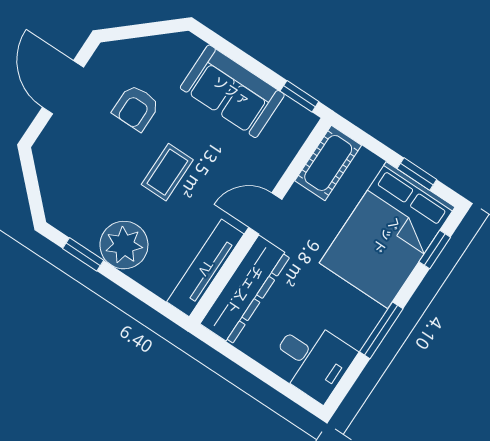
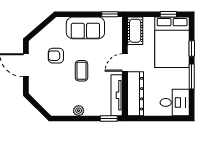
armchair: (136, 108) -> (56, 56), turned 90
plant: (124, 245) -> (79, 111), width x0.53, depth x0.53
window: (435, 249) -> (192, 49), moved
window: (83, 254) -> (109, 119), moved

